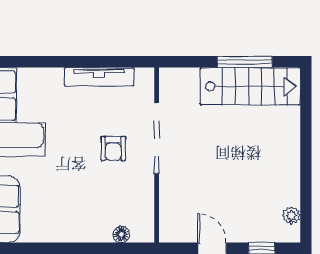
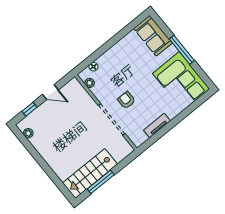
tv unit: (99, 77) -> (157, 125), width x0.71
plant: (146, 216) -> (90, 83), added

